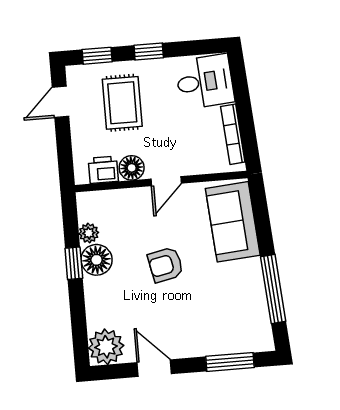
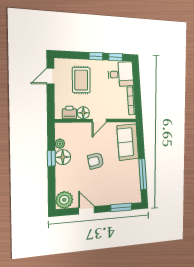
window: (97, 56) -> (116, 57), moved

